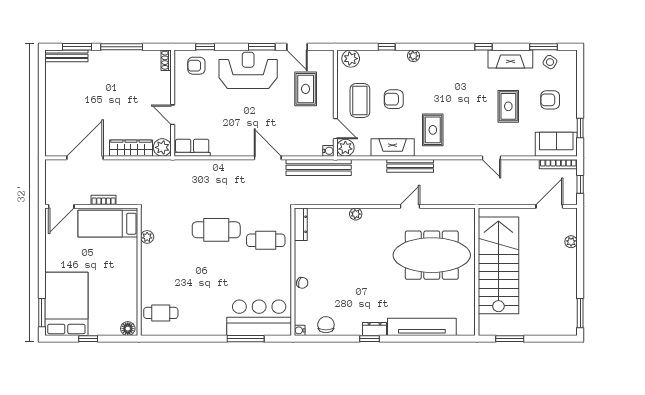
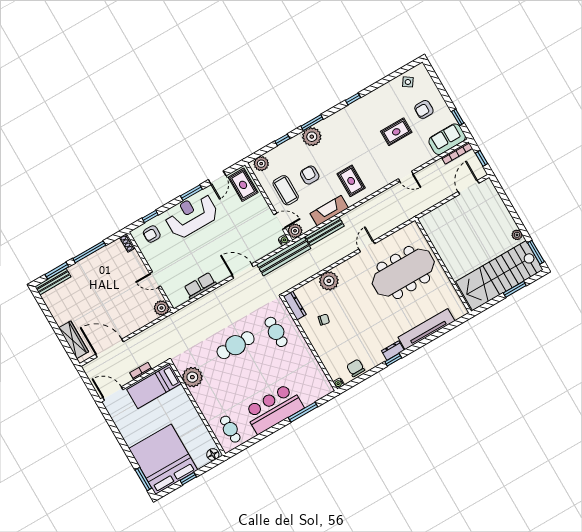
door: (297, 47) -> (217, 178), hinge flipped
window: (543, 47) -> (312, 123), moved
plant: (413, 56) -> (312, 137), width x1.88, depth x1.88
fireplace: (510, 59) -> (378, 96), removed
rug: (306, 89) -> (243, 185), moved
armchair: (394, 99) -> (310, 175), turned 90
rug: (508, 106) -> (396, 132), turned 90
wardrobe: (131, 148) -> (74, 340), moved, turned 90
row of seats: (192, 148) -> (200, 286), moved
door: (85, 158) -> (110, 348), hinge flipped
bench: (410, 166) -> (325, 231), moved
door: (61, 206) -> (113, 394), swing flipped
plant: (356, 214) -> (329, 281), width x1.87, depth x1.87
plant: (147, 237) -> (192, 377), width x1.88, depth x1.88
cafe table: (266, 240) -> (276, 332), turned 90
plant: (571, 242) -> (517, 235), moved
stairs: (498, 265) -> (499, 276), moved, turned -90
chair: (302, 283) -> (324, 320), moved
bed: (66, 304) -> (163, 459), width x1.36
cafe table: (161, 313) -> (230, 429), turned 90
bar counter: (259, 318) -> (274, 409), moved
window: (510, 339) -> (515, 289), moved

